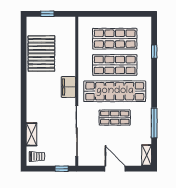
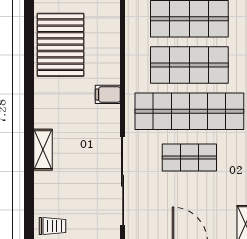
filing cabinet: (68, 87) -> (108, 94), width x0.50
shelving: (32, 134) -> (43, 150), moved

